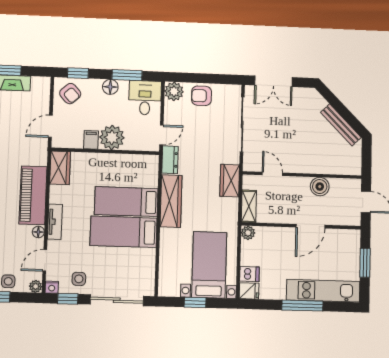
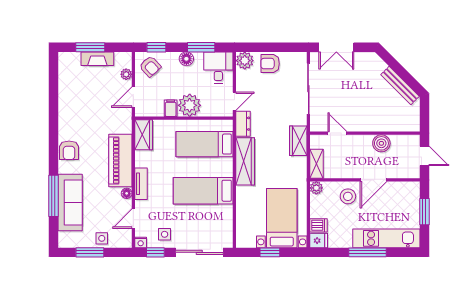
bed: (126, 202) -> (205, 144), moved
stool: (282, 243) -> (348, 196), added
plant: (36, 286) -> (126, 74), moved

